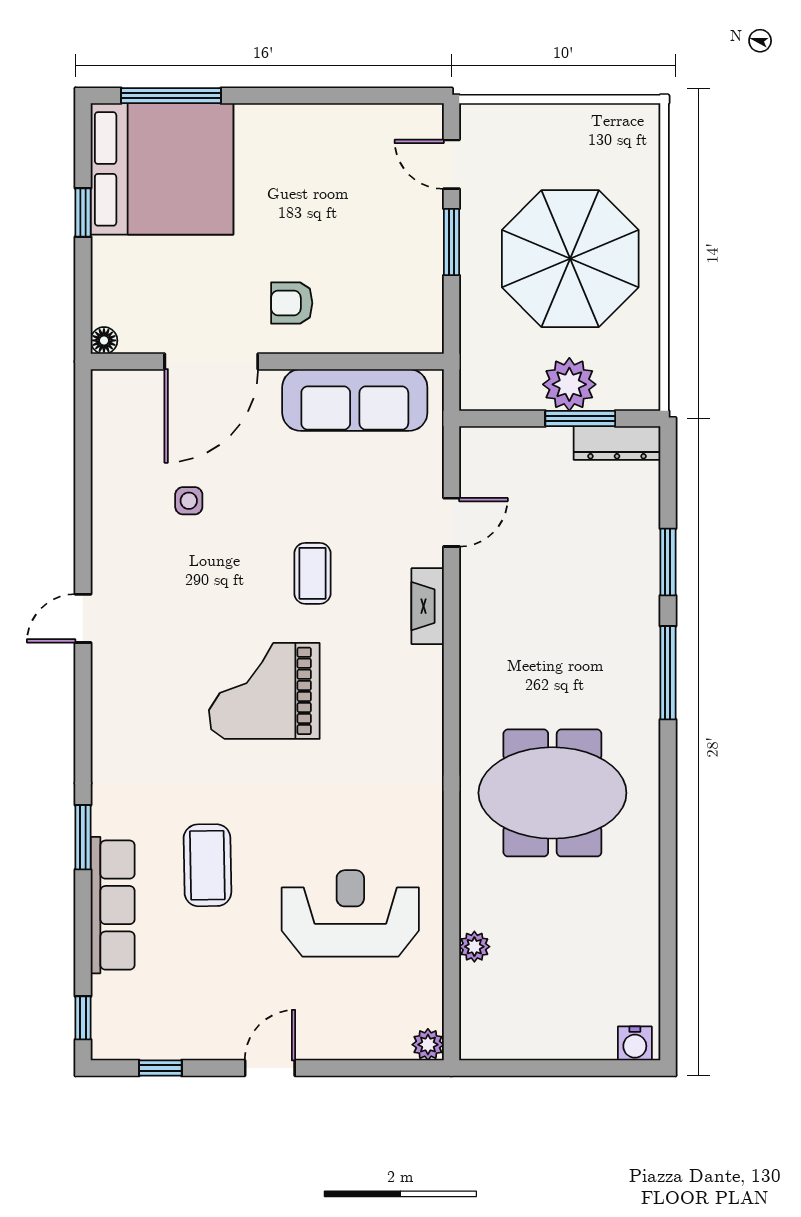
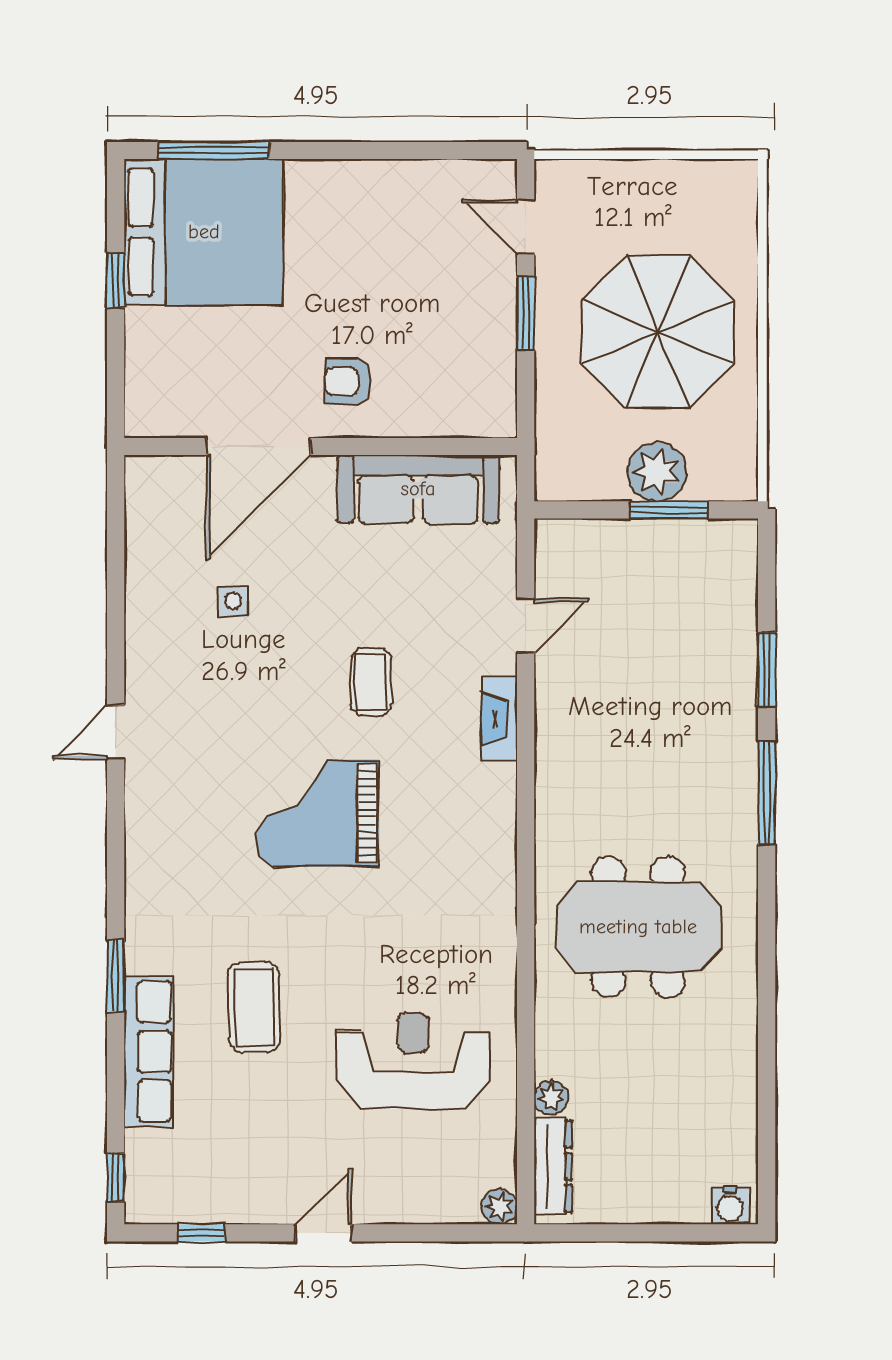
floor lamp: (104, 340) -> (139, 423), removed
dresser: (617, 443) -> (553, 1166), moved, turned -90

